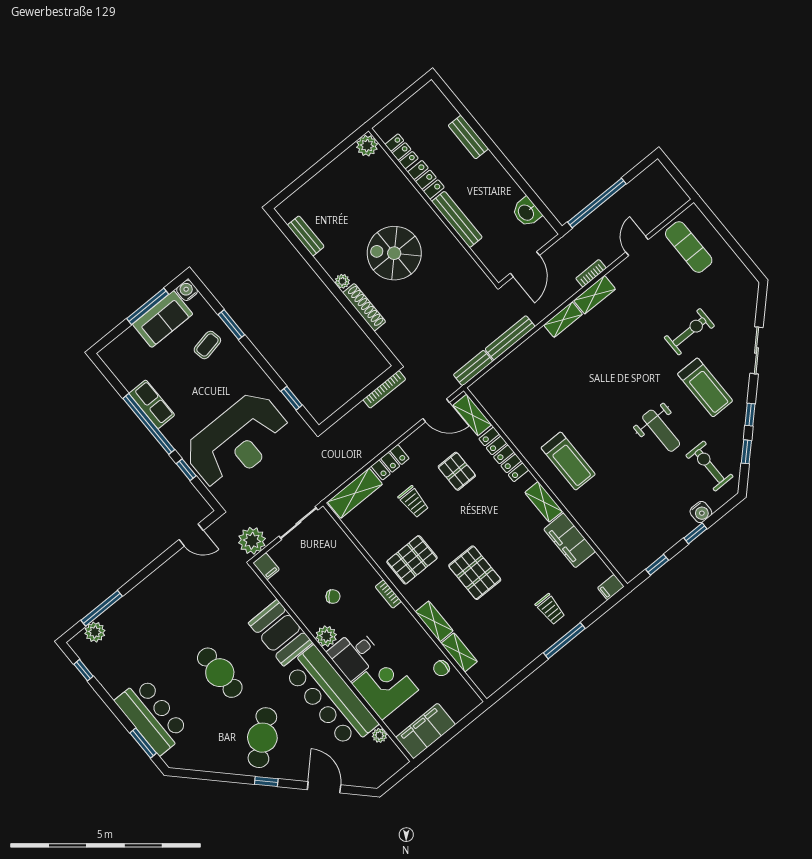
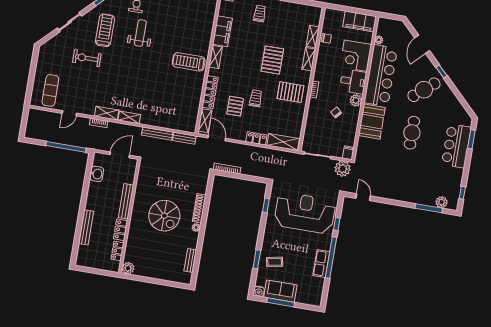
bench: (468, 137) -> (86, 227), width x1.36
treadmill: (568, 461) -> (189, 62), turned -90
trolley: (414, 502) -> (256, 98), moved

